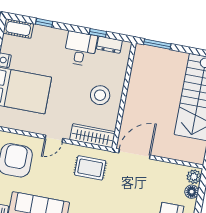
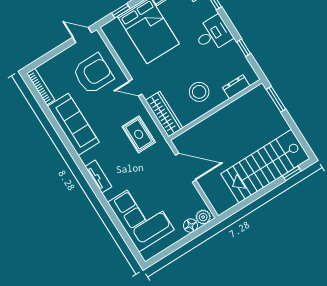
dresser: (109, 45) -> (236, 87), moved, turned 90
desk: (80, 49) -> (213, 34), moved
door: (134, 154) -> (186, 168), moved

